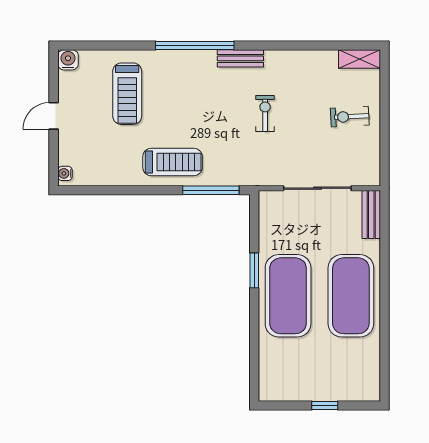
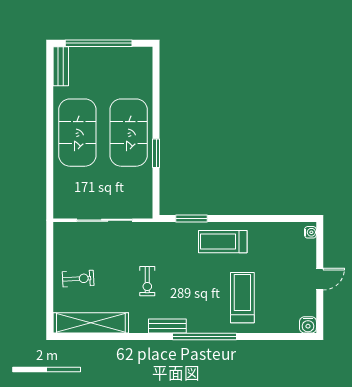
shelving: (359, 59) -> (91, 323), width x2.20, depth x1.33
treadmill: (127, 94) -> (242, 298), moved
window: (211, 190) -> (191, 219), width x0.69
bench: (371, 214) -> (61, 66), moved
window: (325, 405) -> (99, 43), width x3.17

